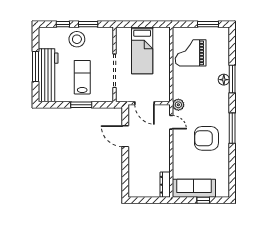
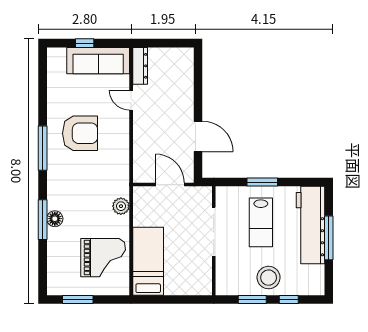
bed: (142, 50) -> (148, 261), moved
plant: (178, 105) -> (121, 206), moved
door: (171, 122) -> (131, 100), moved

